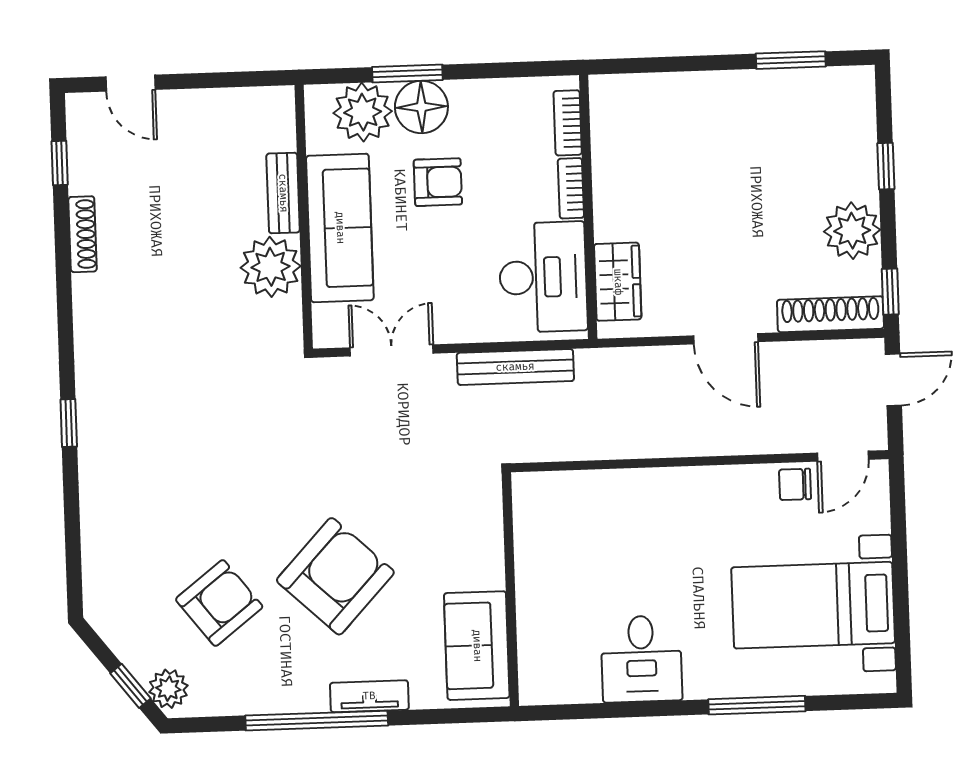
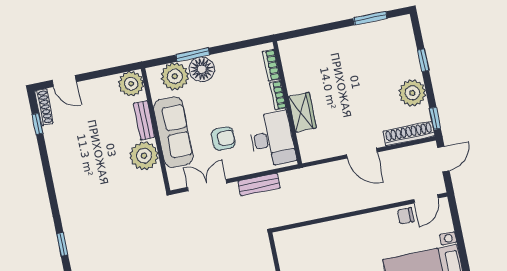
plant: (269, 112) -> (131, 84), added
armchair: (438, 182) -> (223, 139), moved
shoe rack: (83, 234) -> (44, 107), moved
wardrobe: (618, 282) -> (302, 112), moved
bench: (515, 367) -> (259, 185), width x0.73

